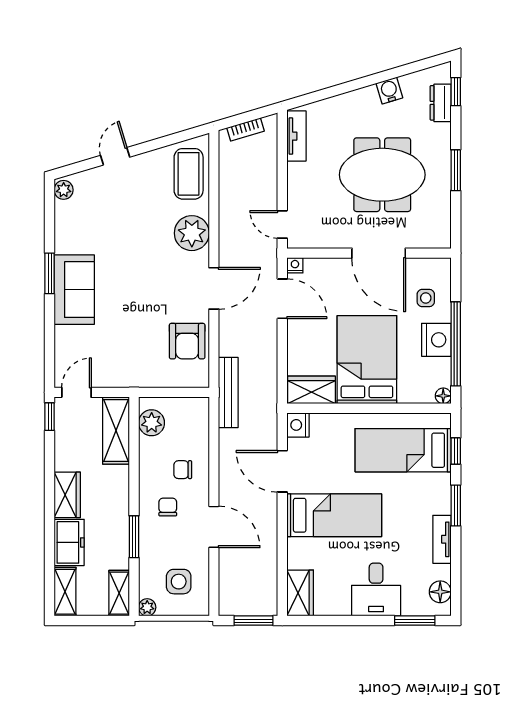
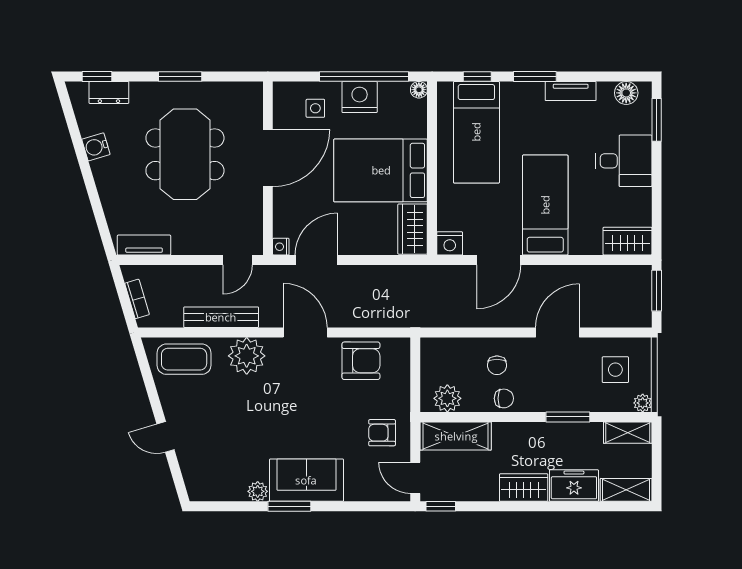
plant: (64, 190) -> (258, 491), moved
armchair: (119, 361) -> (382, 433), added
bench: (228, 392) -> (221, 317), moved
chair: (168, 507) -> (504, 398), moved, turned 180

